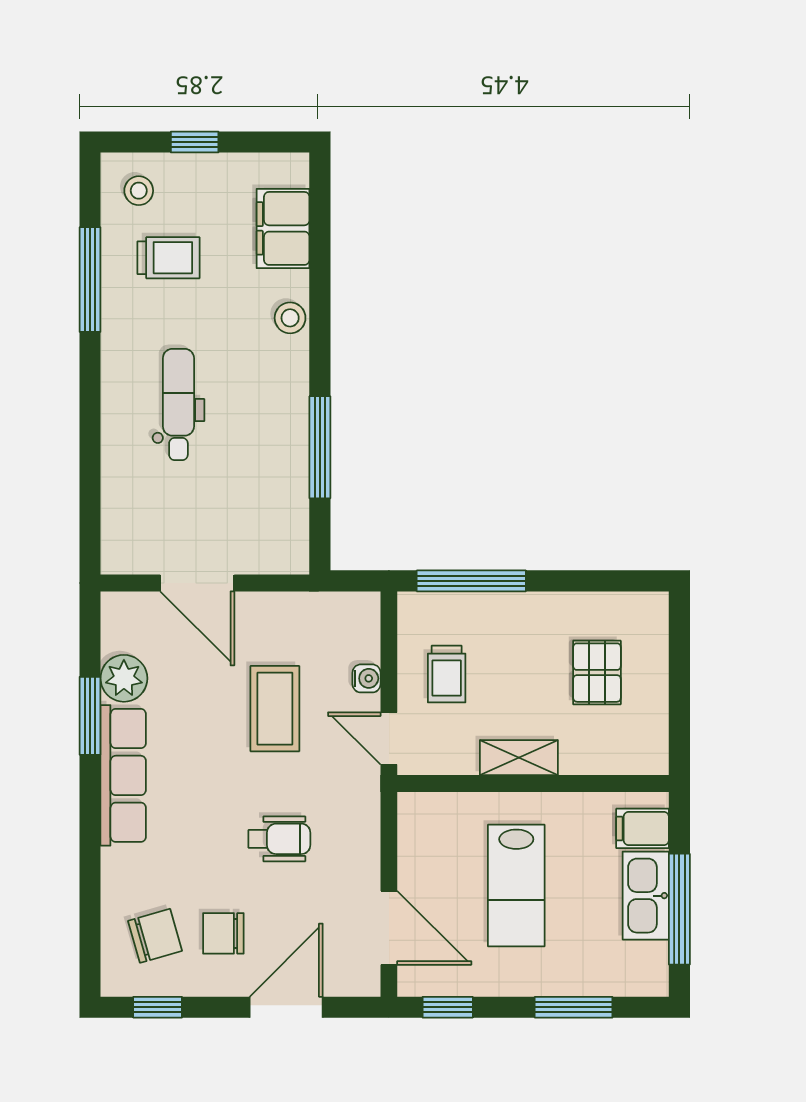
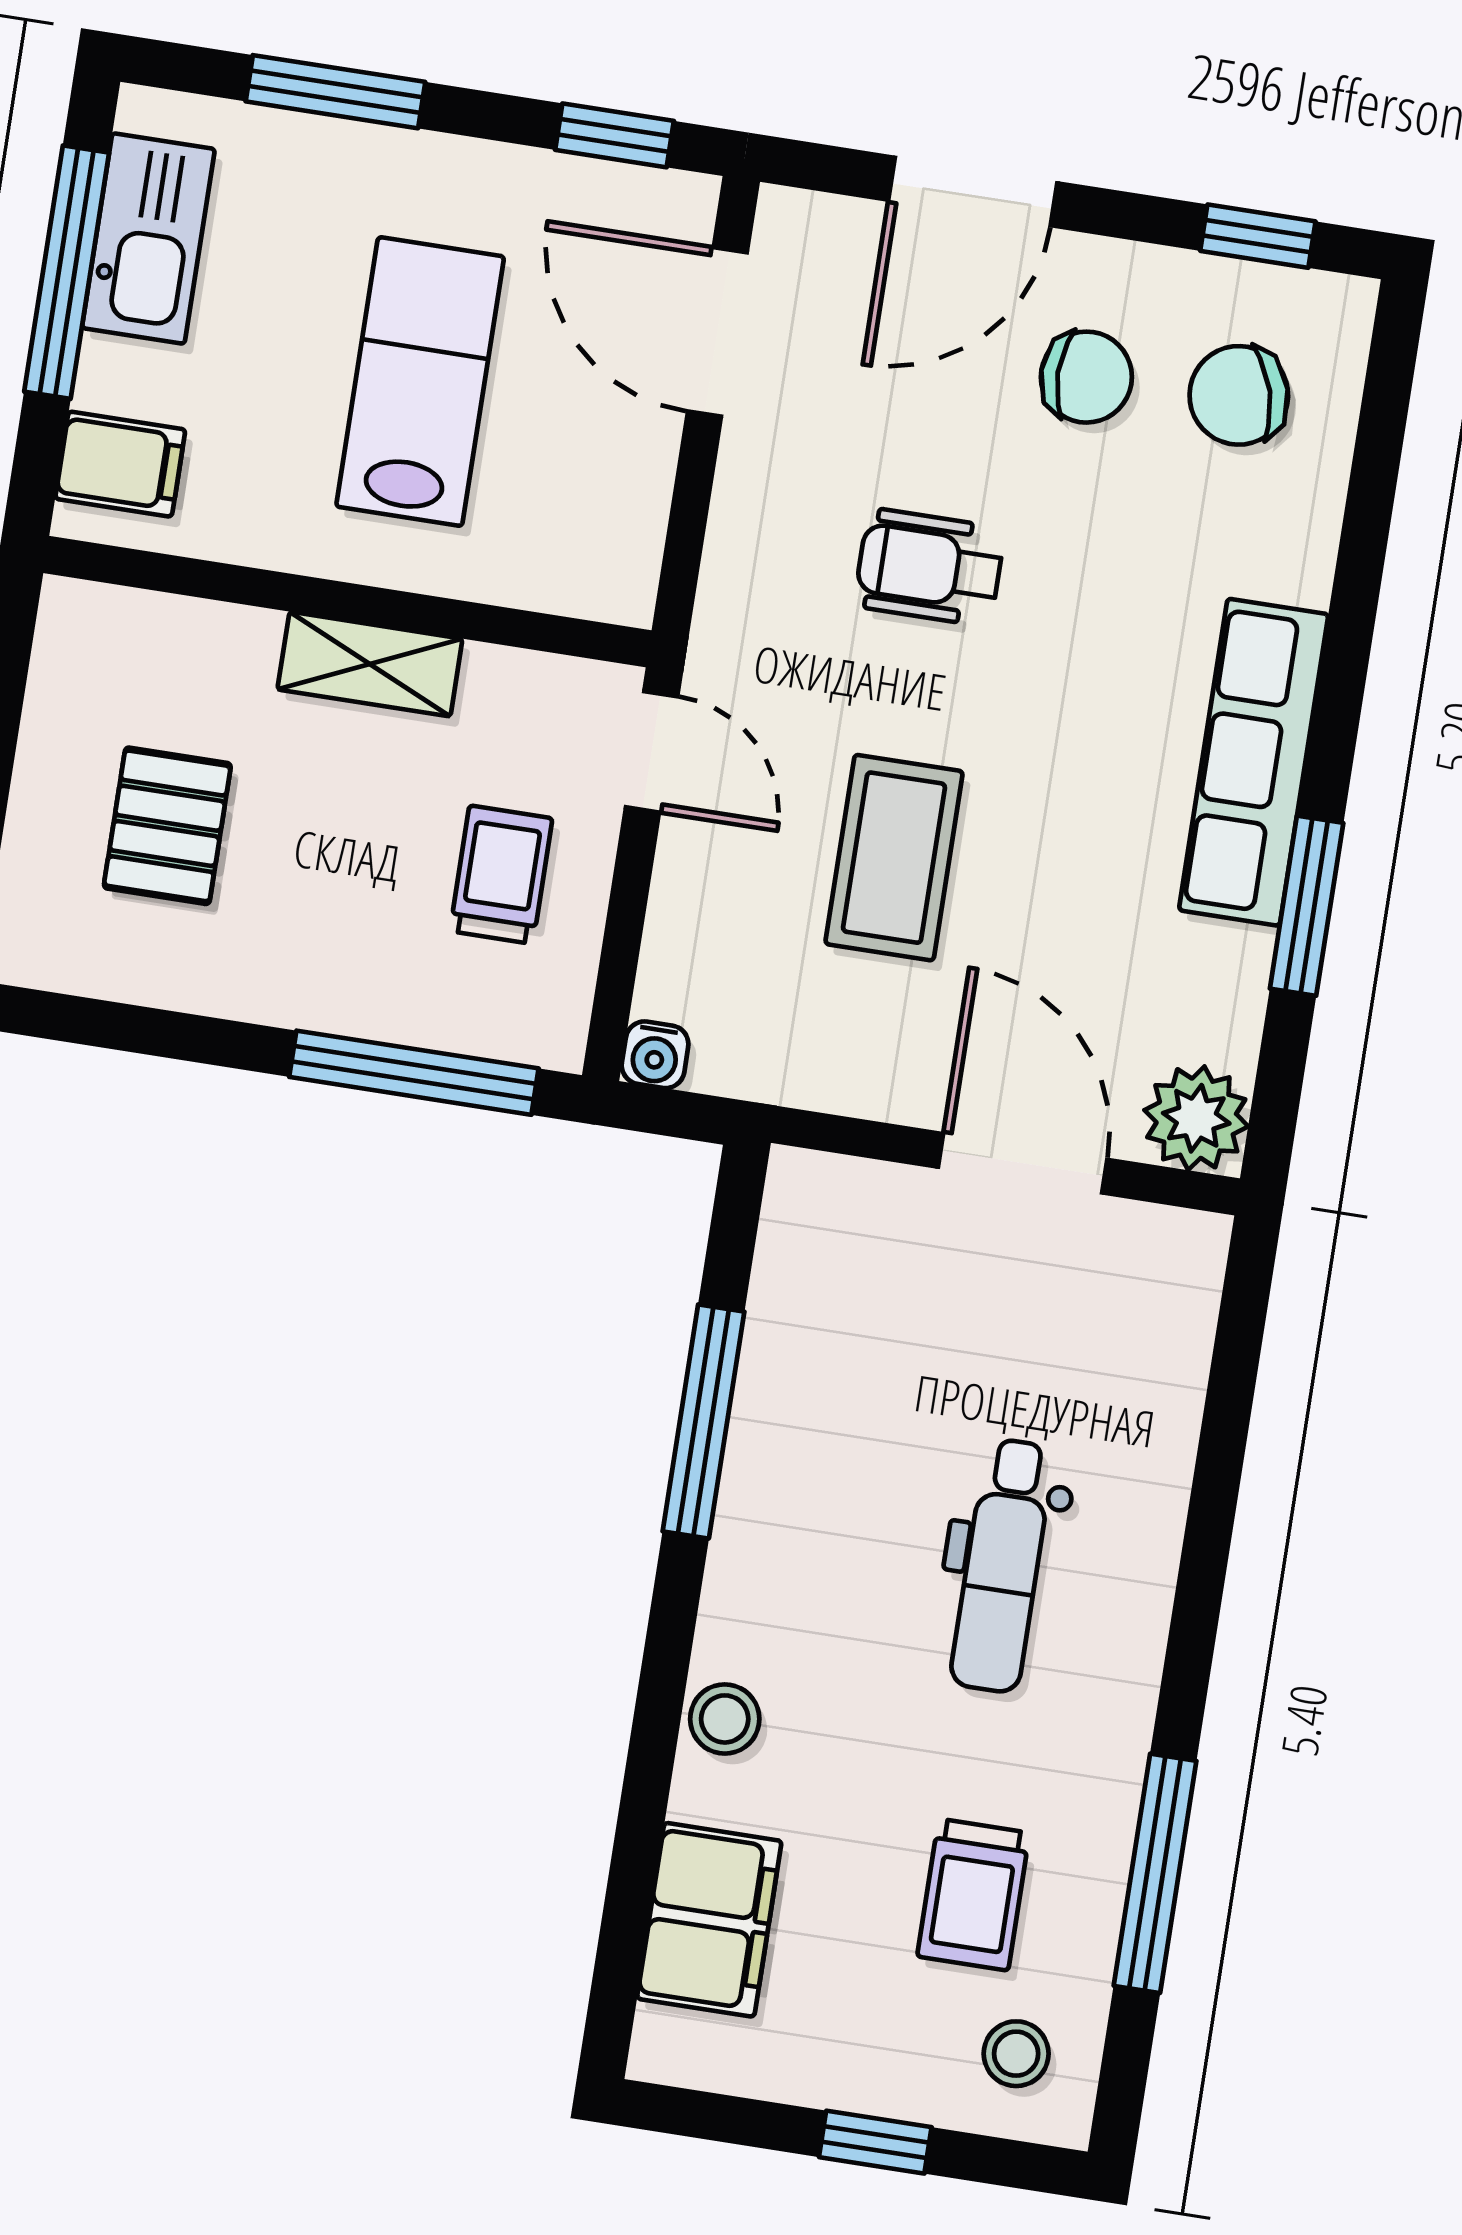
trolley: (169, 258) -> (973, 1895), turned -90
plant: (124, 678) -> (1196, 1118), moved
water cooler: (366, 678) -> (655, 1055), moved, turned -90
kitchen sink: (646, 896) -> (148, 238), moved

